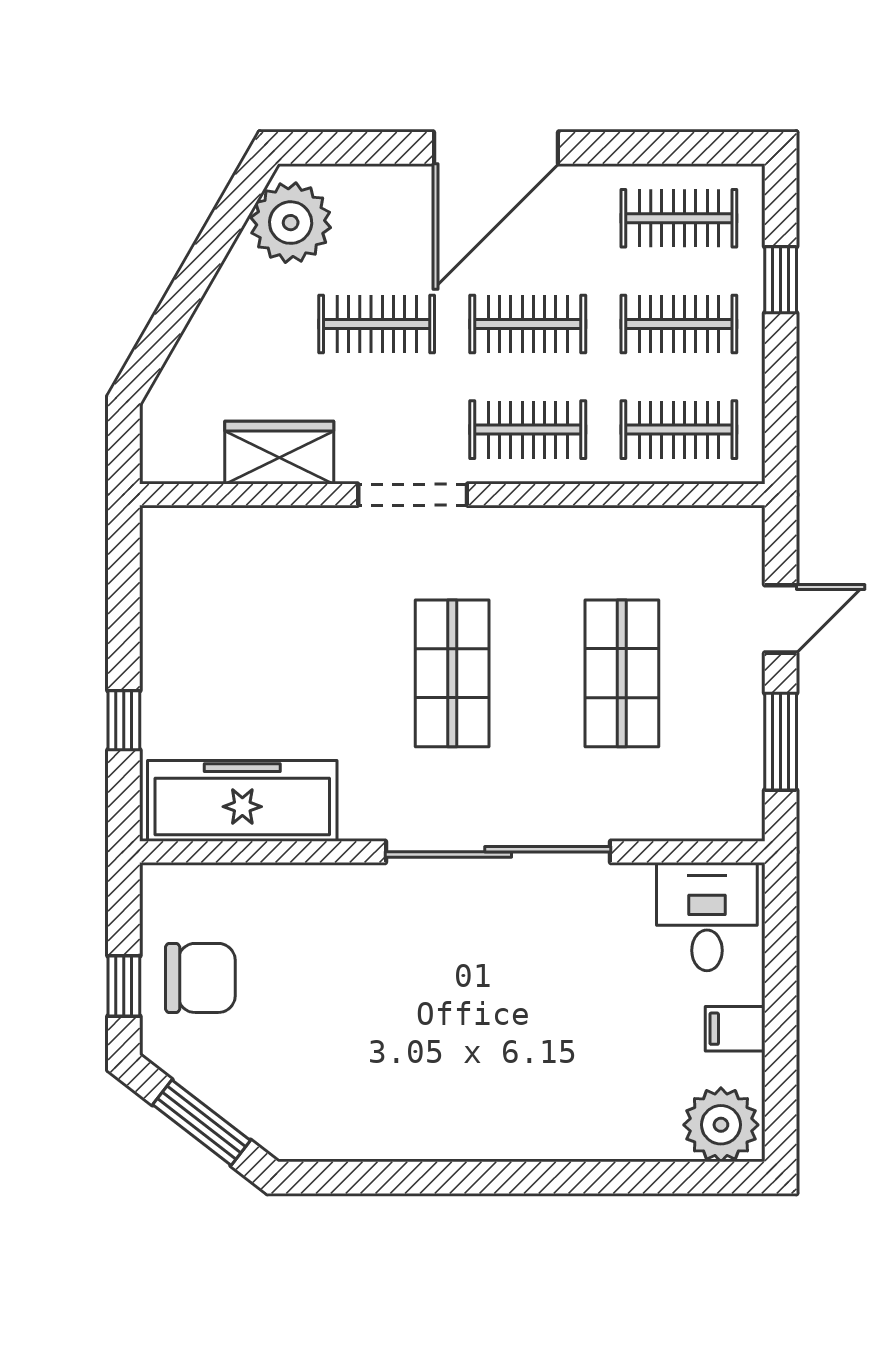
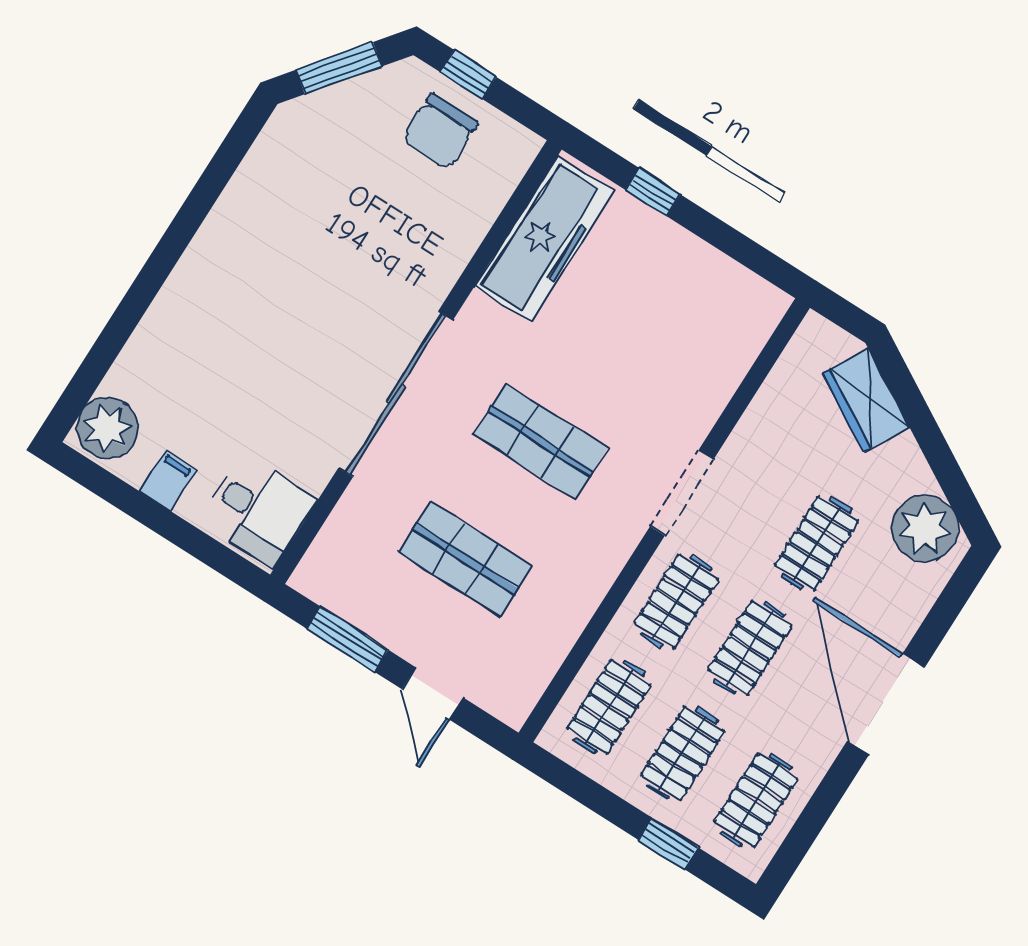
wardrobe: (279, 453) -> (866, 400), moved, turned 120

